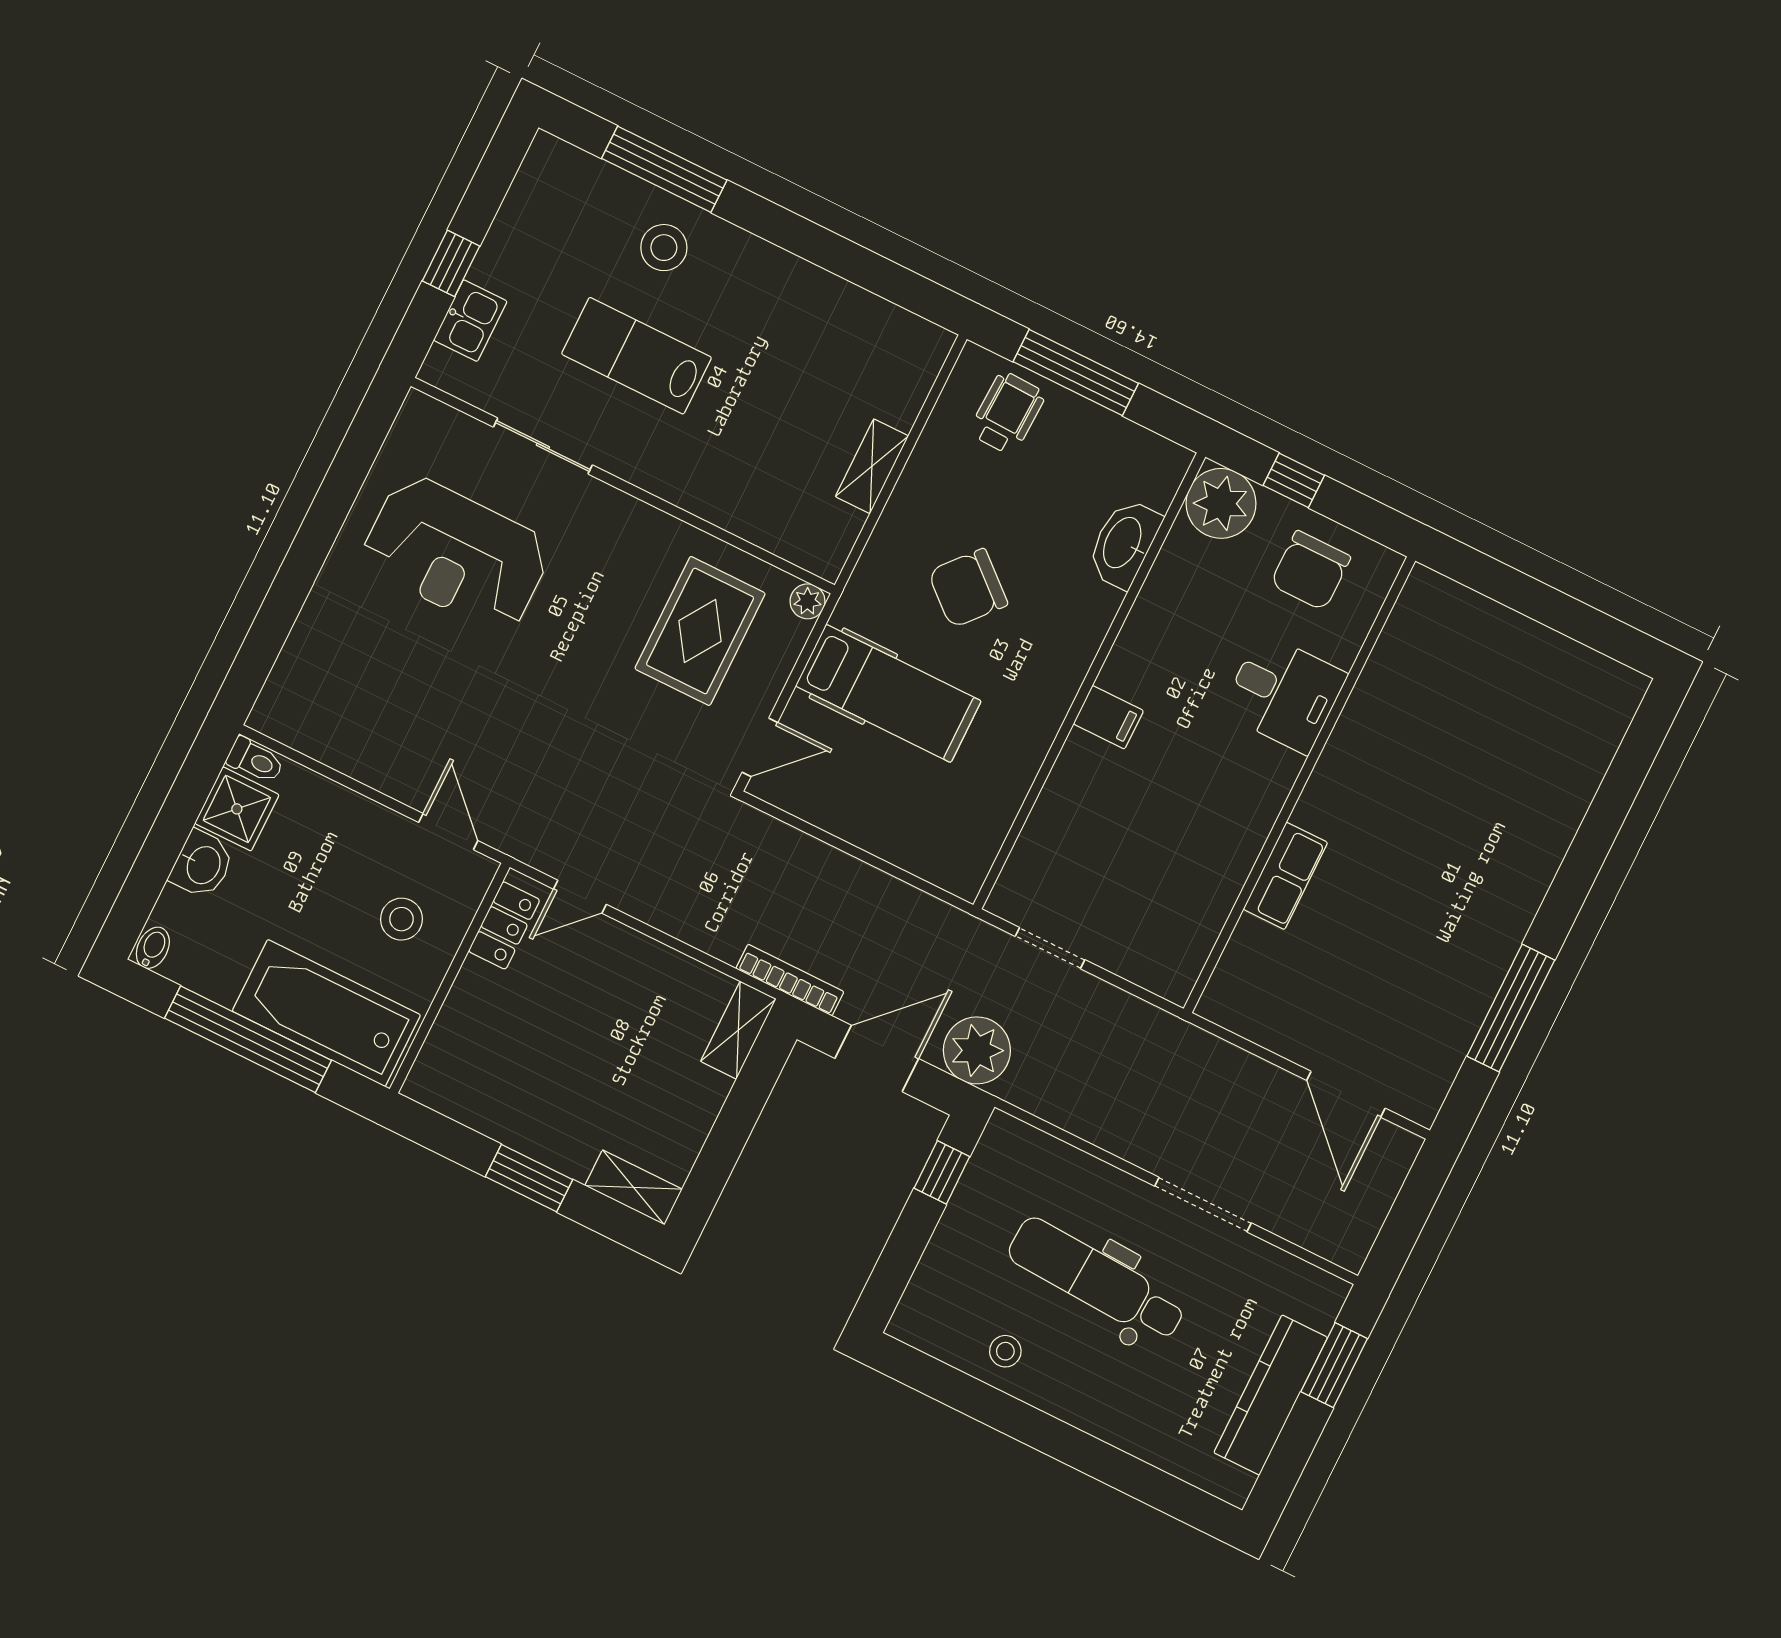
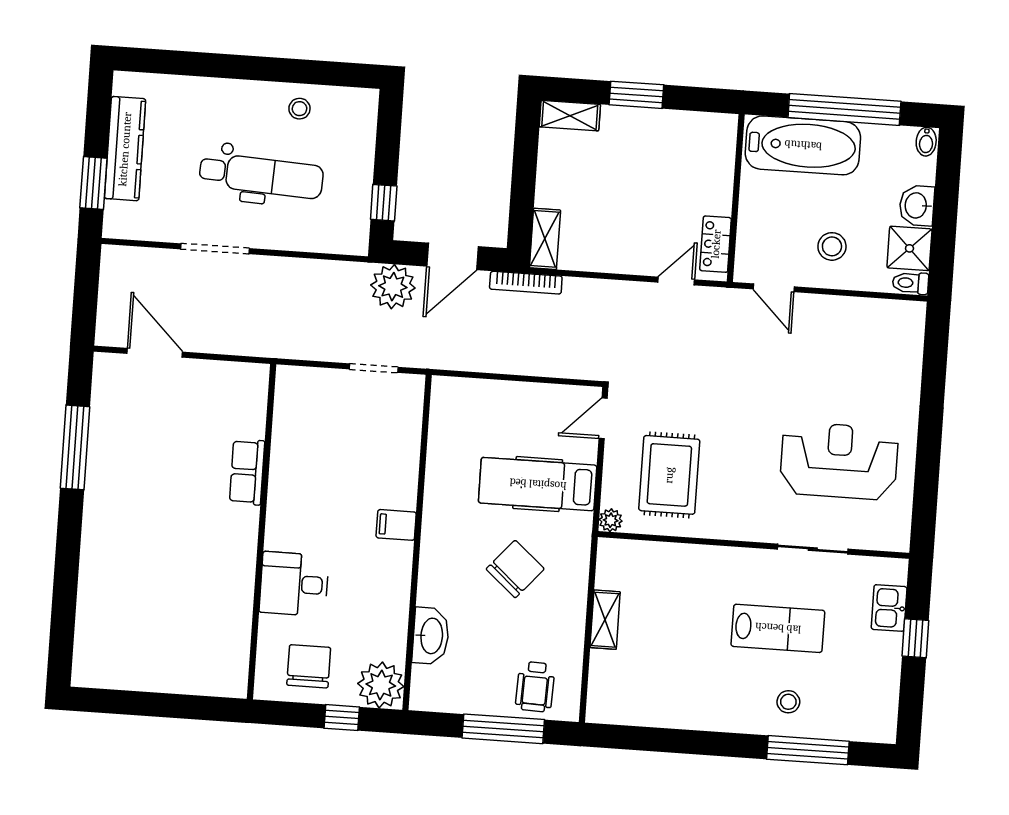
stool: (664, 248) -> (788, 702), width x0.73, depth x0.73
stool: (401, 919) -> (832, 246), moved

